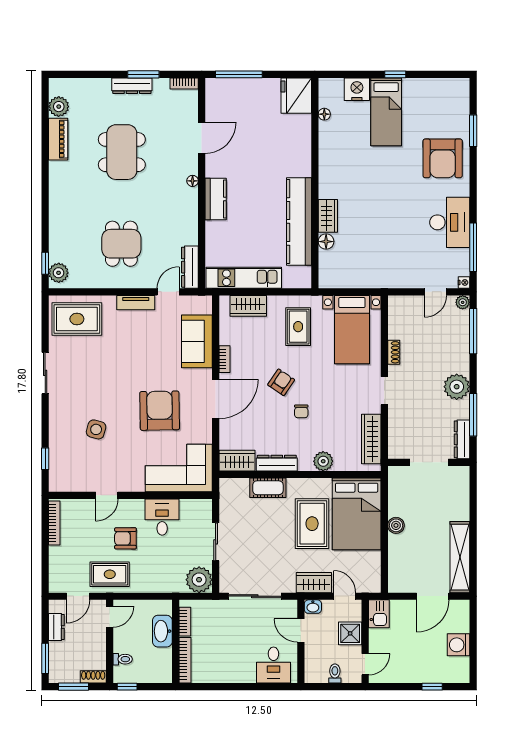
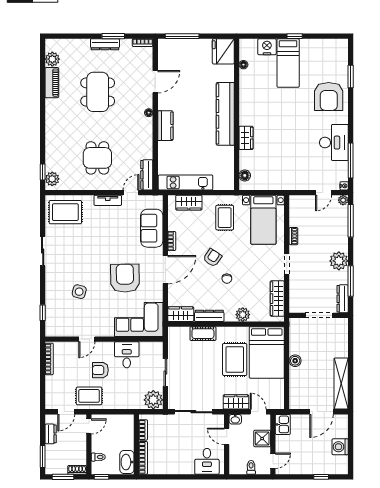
kitchen counter: (299, 221) -> (225, 114), moved
floor lamp: (326, 242) -> (245, 175), moved
washbasin: (162, 631) -> (127, 462), moved

